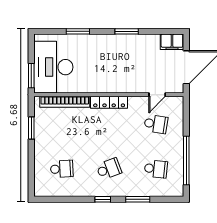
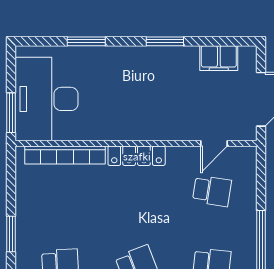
filing cabinet: (172, 42) -> (219, 58), moved
window: (31, 128) -> (11, 234), moved

